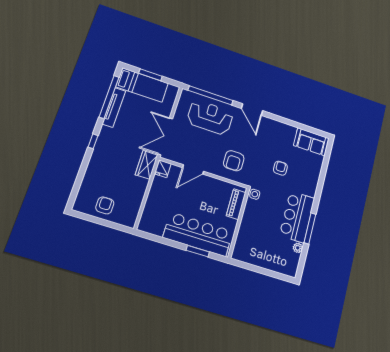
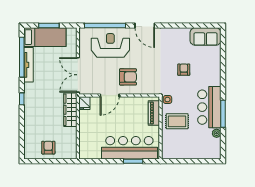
armchair: (234, 161) -> (128, 77), moved, turned -90
wardrobe: (147, 165) -> (70, 110), width x1.50
rug: (259, 221) -> (177, 121), added

